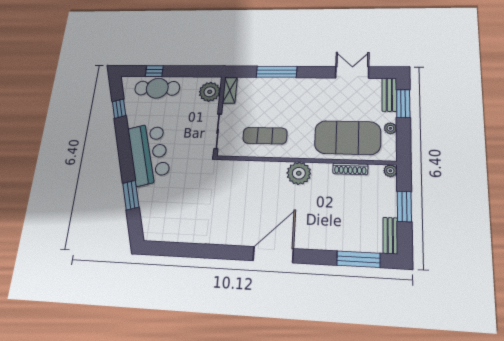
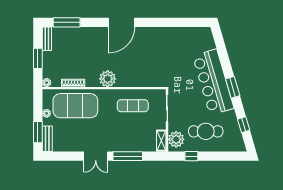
window: (154, 71) -> (191, 156), moved
double door: (352, 72) -> (96, 156), moved
cafe table: (157, 88) -> (206, 131), moved
bar counter: (149, 153) -> (213, 82), width x1.36
window: (131, 195) -> (233, 87), moved

